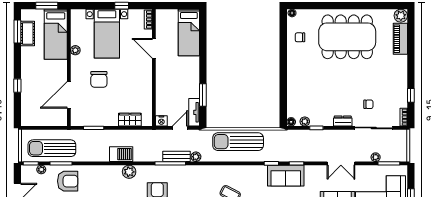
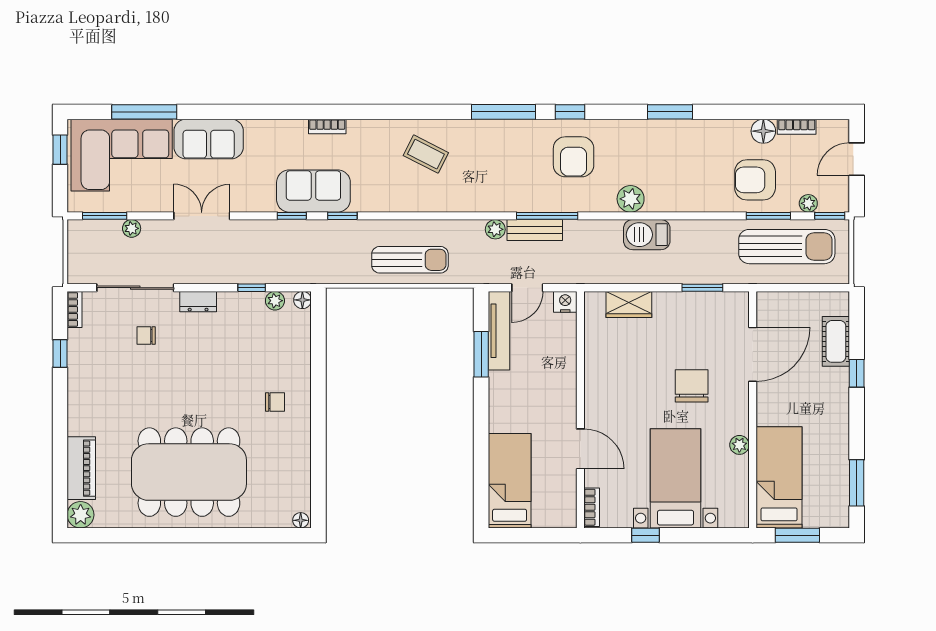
cot: (28, 33) -> (836, 341), moved
chair: (300, 37) -> (275, 402), moved
tv unit: (194, 112) -> (499, 331), width x1.41
sun lounger: (238, 142) -> (410, 260), width x0.73, depth x0.75

